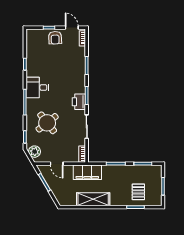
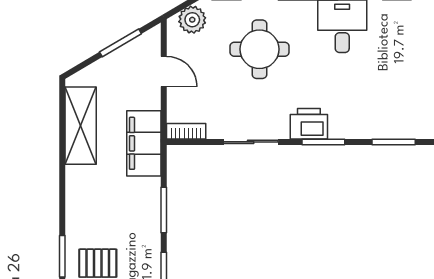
round table: (47, 123) -> (259, 49), turned 38
door: (57, 164) -> (164, 71), swing flipped
shelving: (93, 199) -> (81, 126), moved

